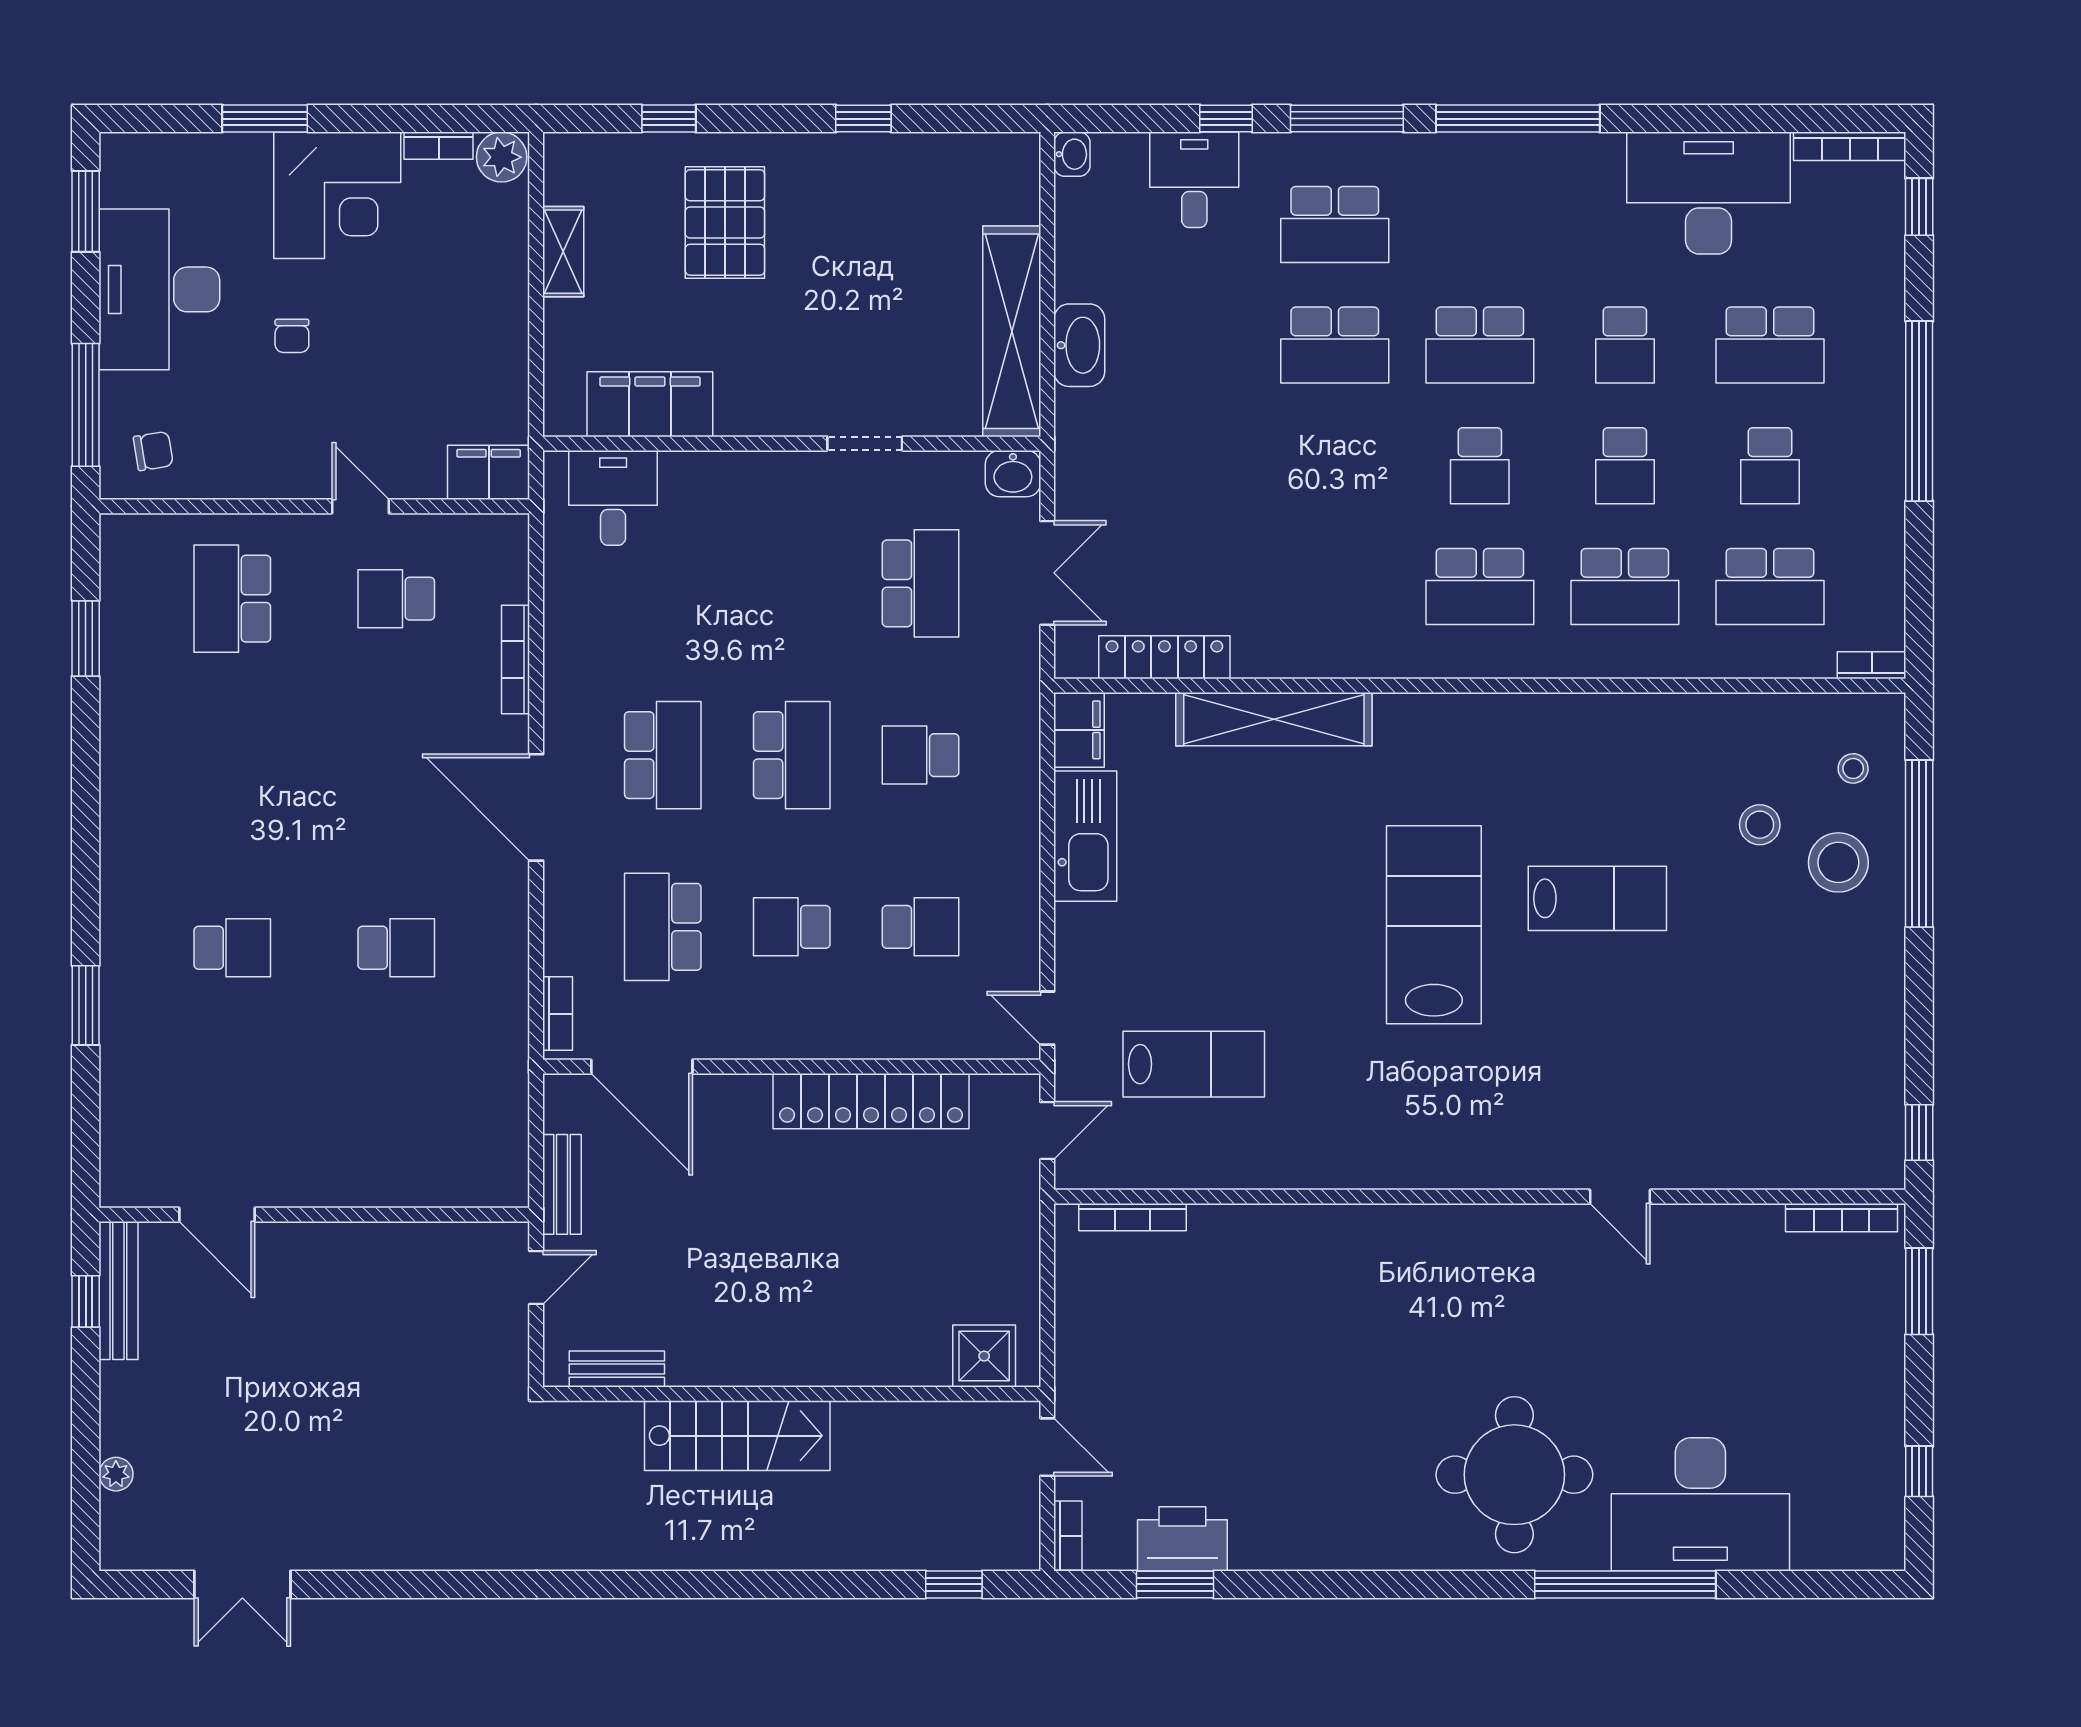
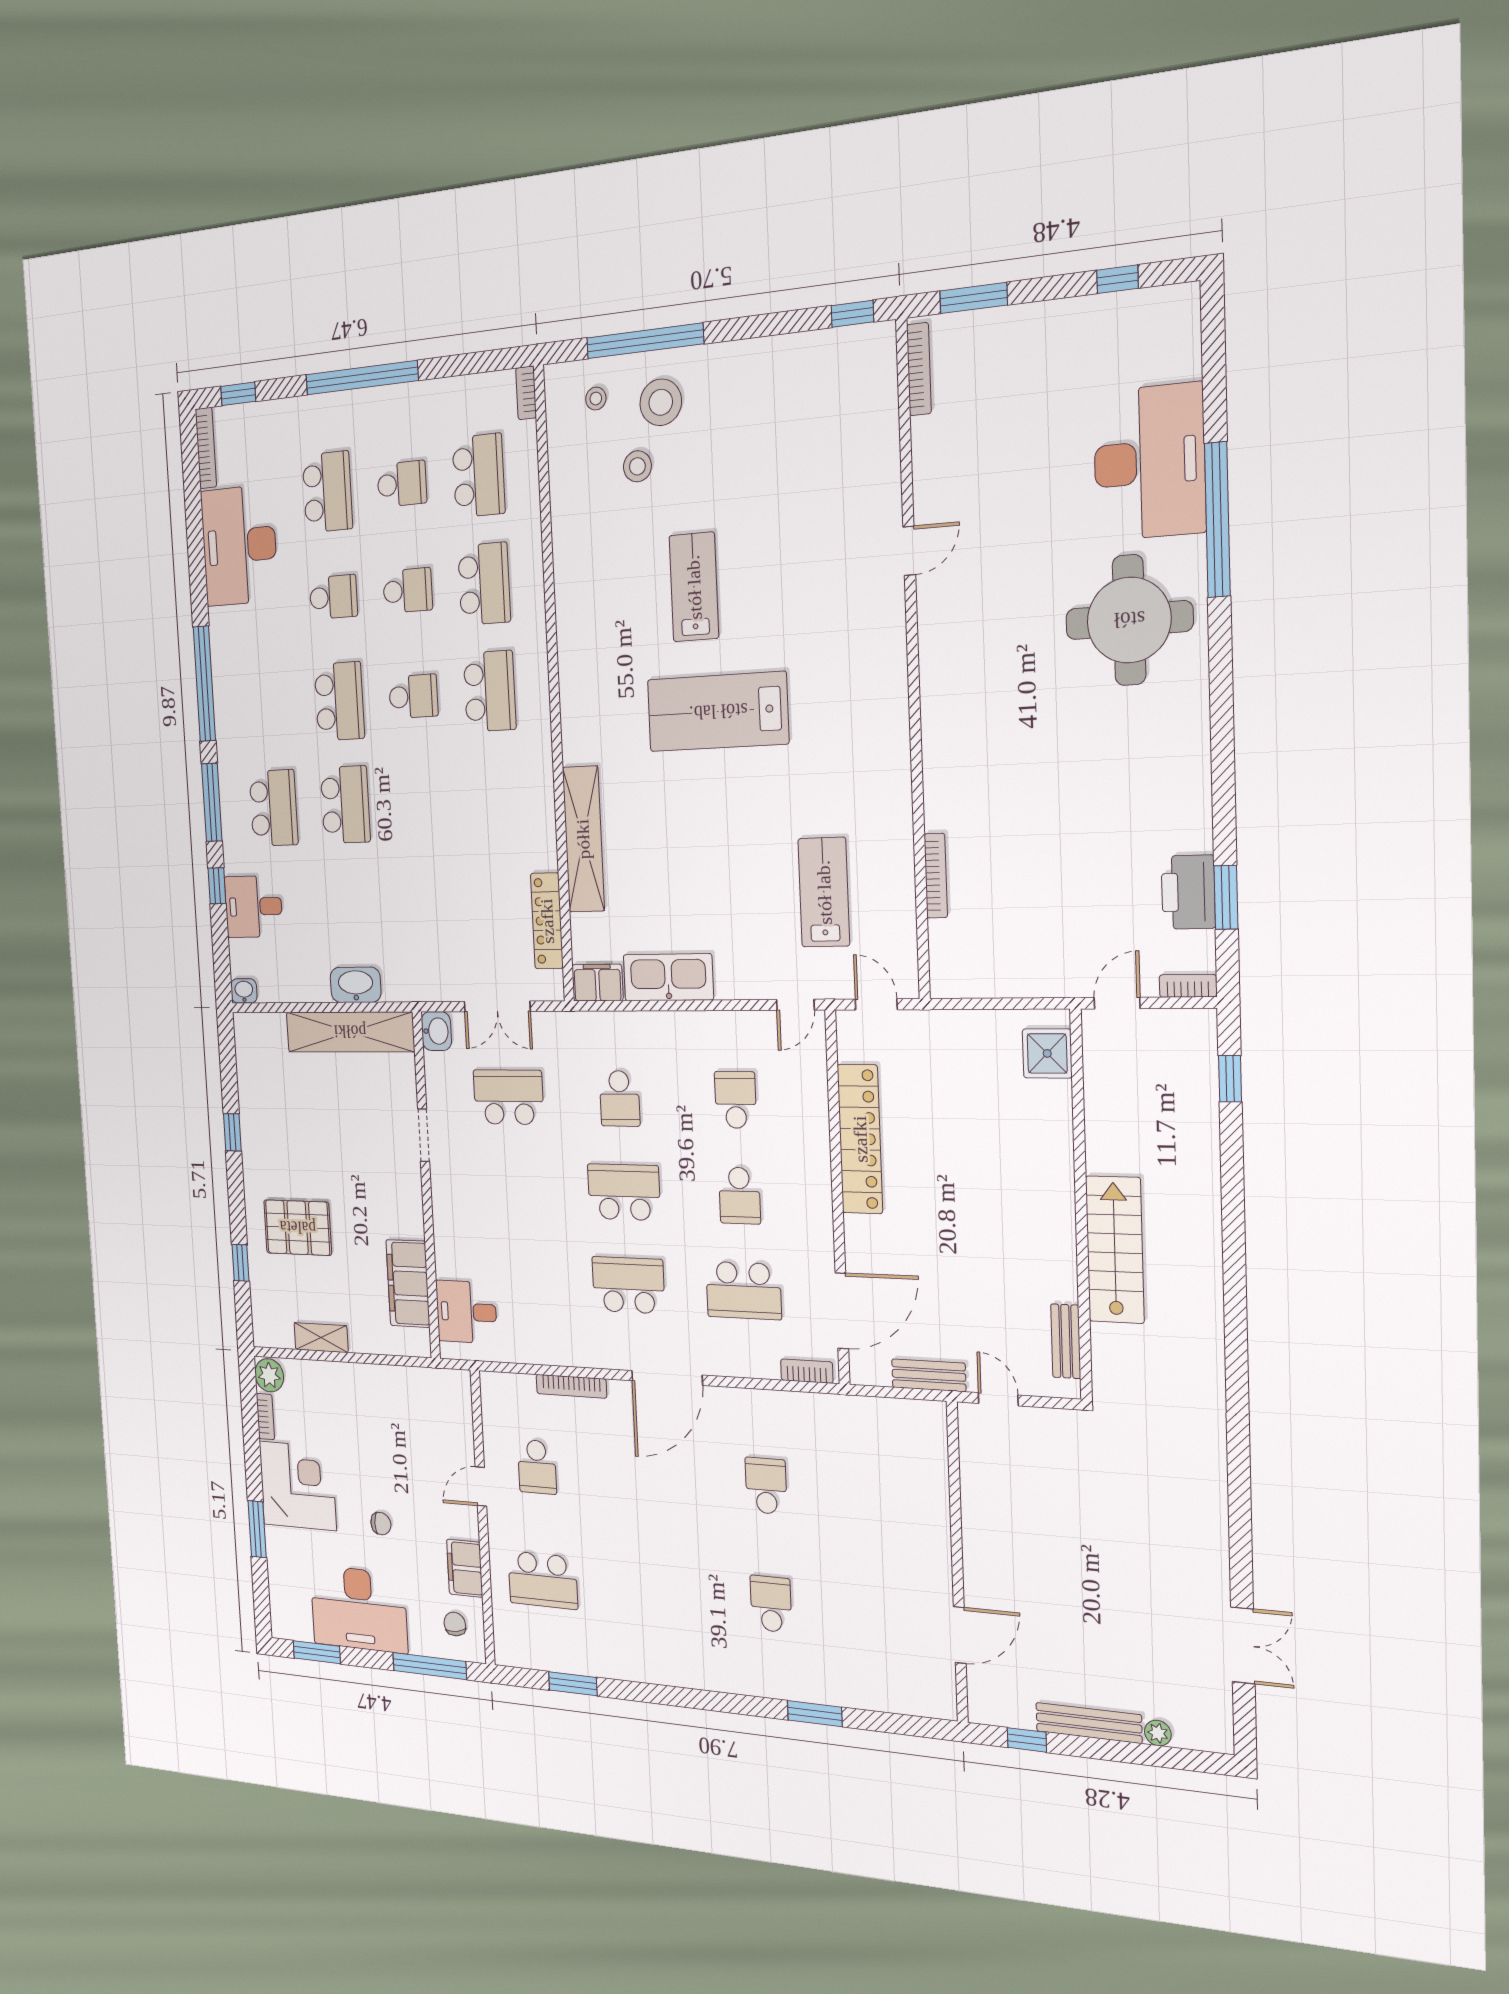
filing cabinet: (489, 472) -> (465, 1568), moved
double door: (1047, 573) -> (497, 1006), swing flipped
bookcase: (1132, 1217) -> (936, 876), moved
bench: (118, 1290) -> (1089, 1723), moved

